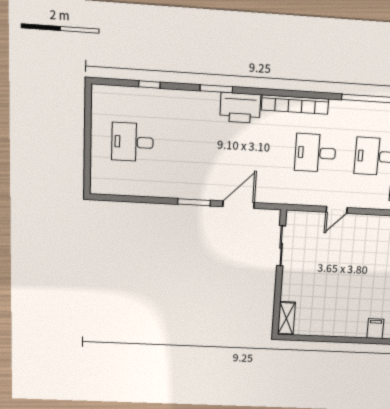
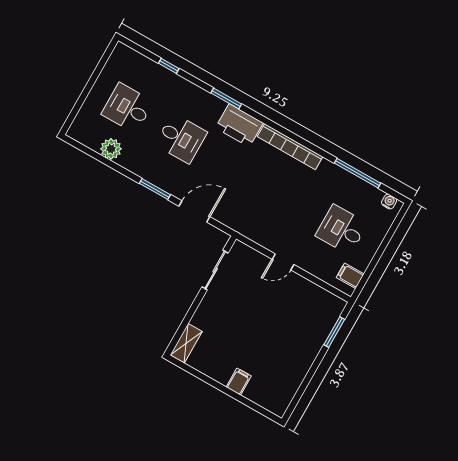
desk: (315, 153) -> (181, 138), moved, turned 180
plant: (137, 186) -> (111, 149), added
filing cabinet: (375, 329) -> (239, 382), moved

